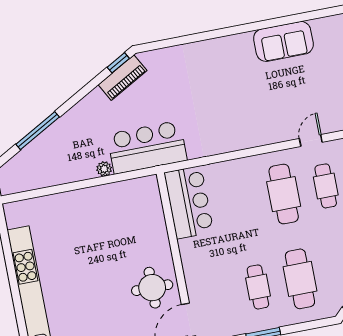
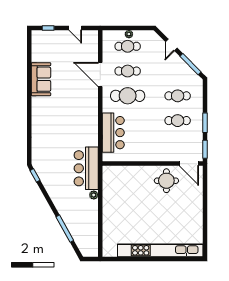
piano: (123, 78) -> (44, 175), removed
door: (311, 140) -> (100, 75), width x1.88
bar counter: (189, 202) -> (113, 133), moved, turned 90
cafe table: (300, 279) -> (178, 96), width x0.73, depth x0.74

